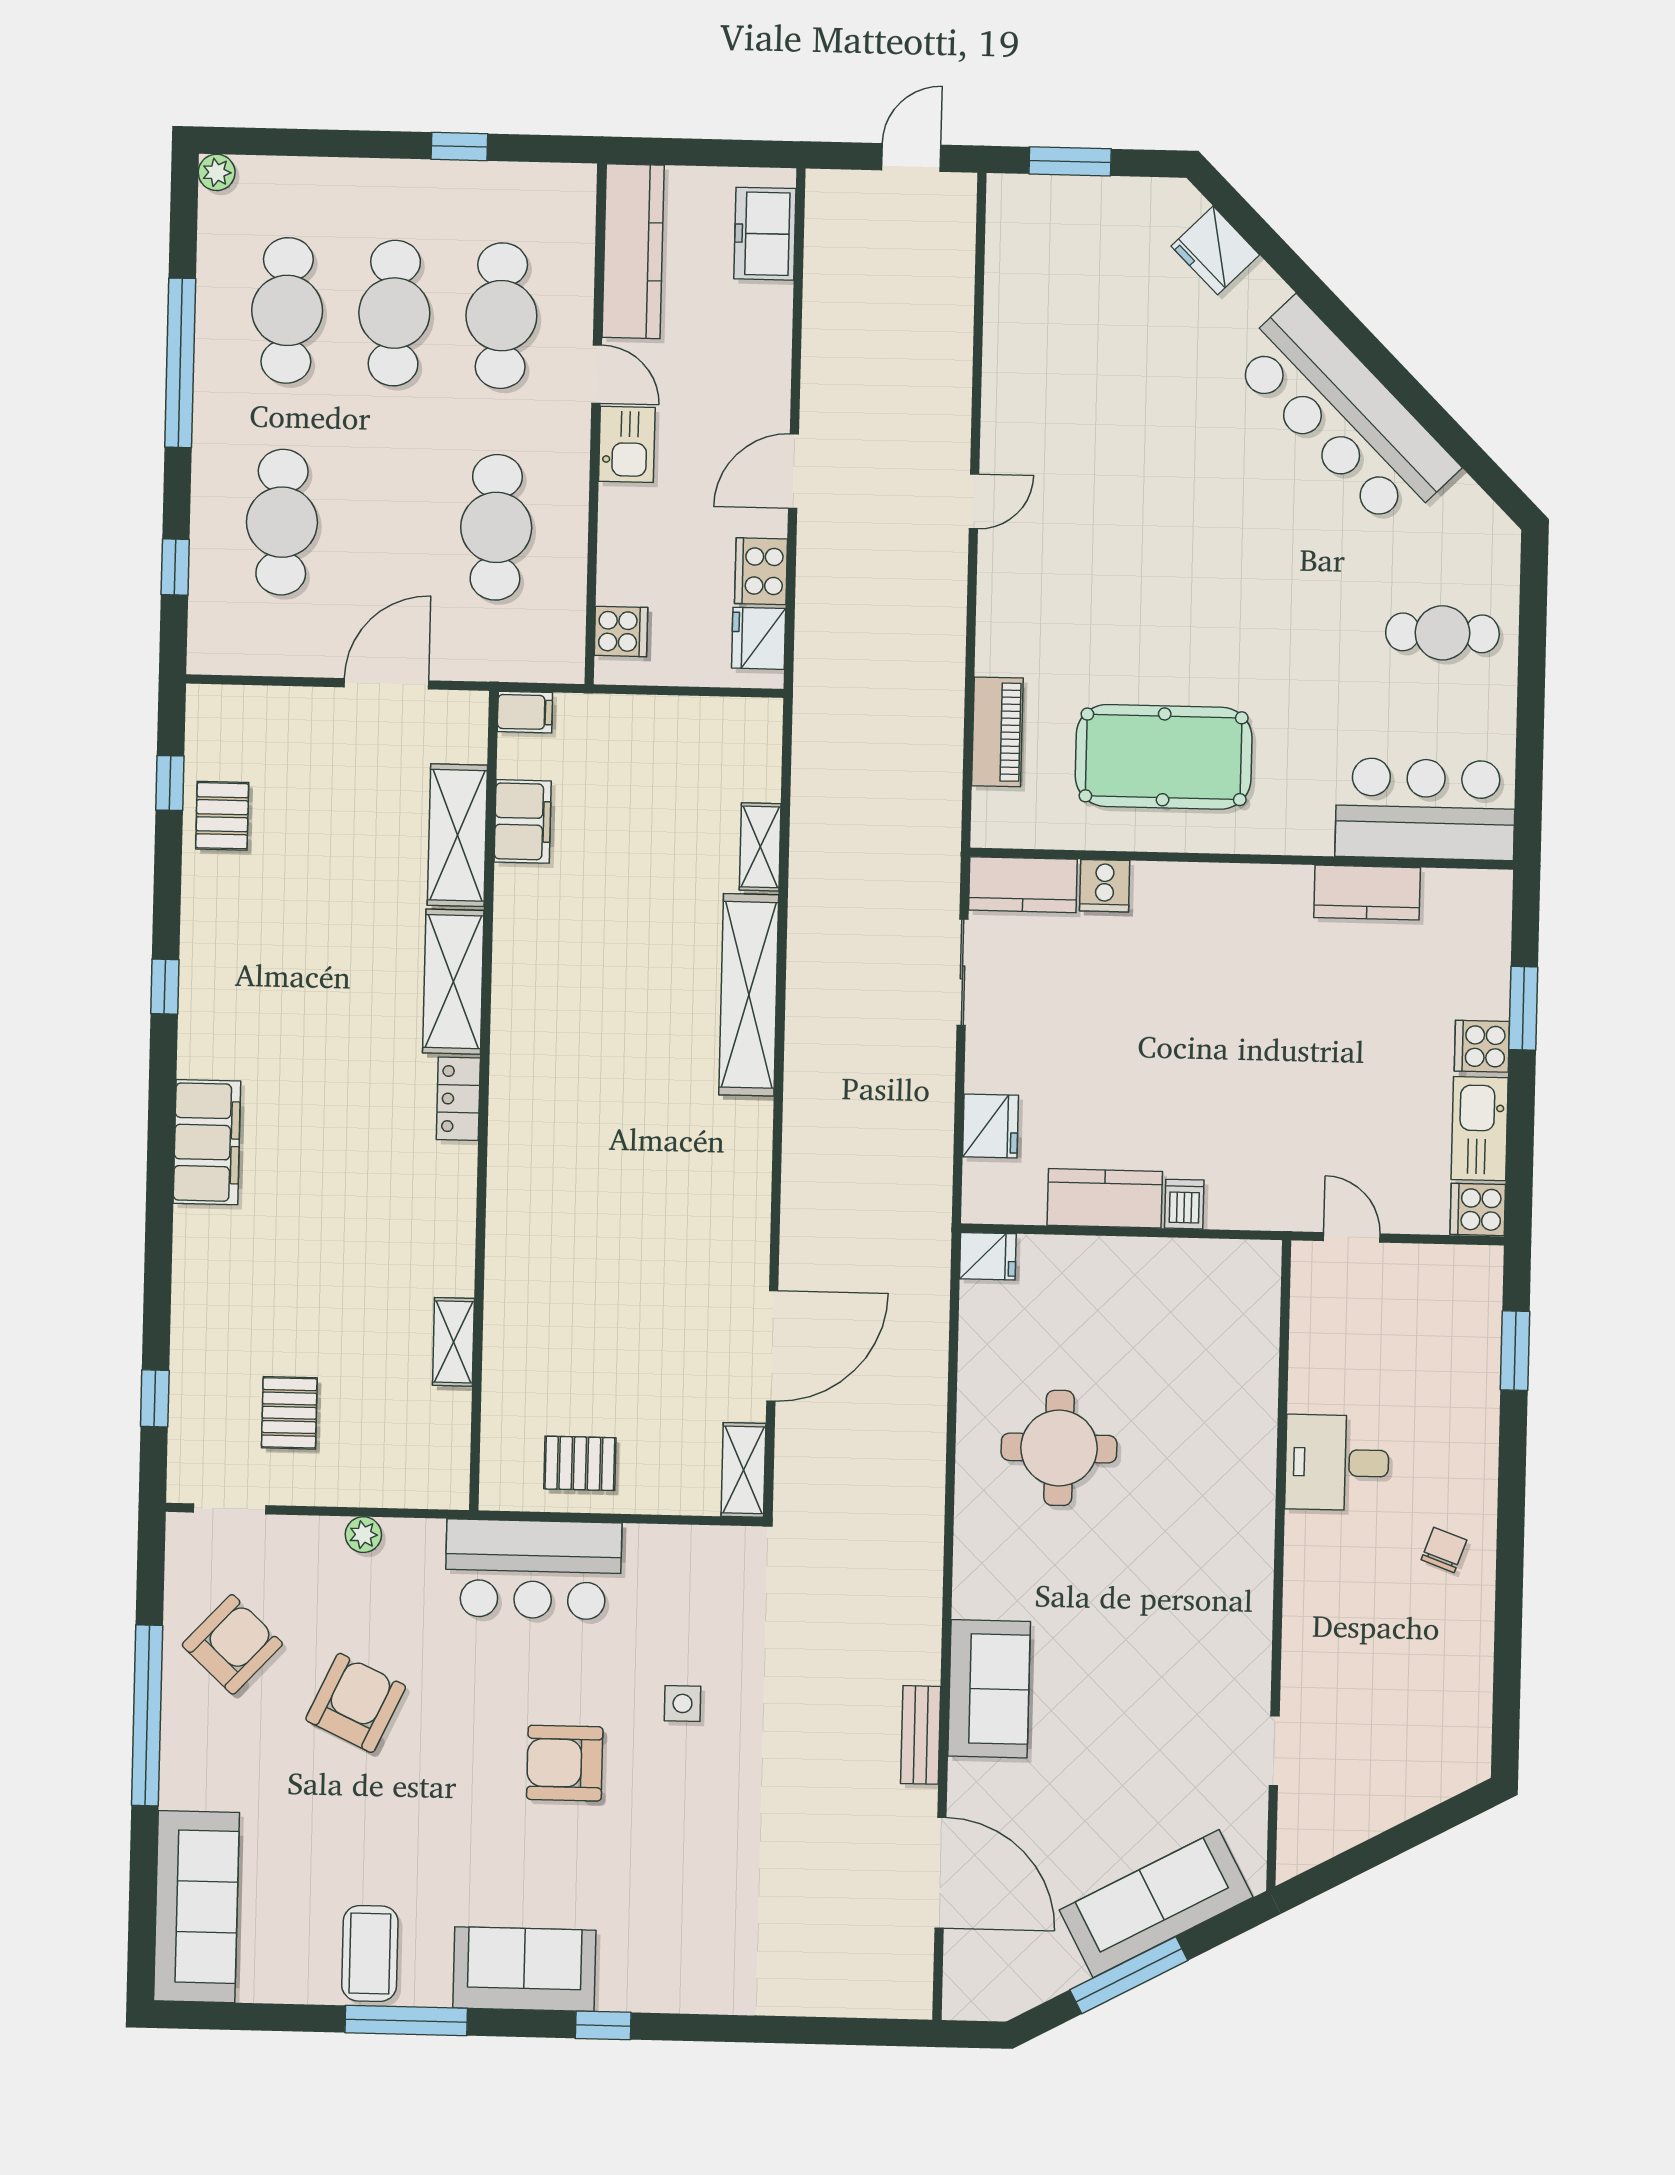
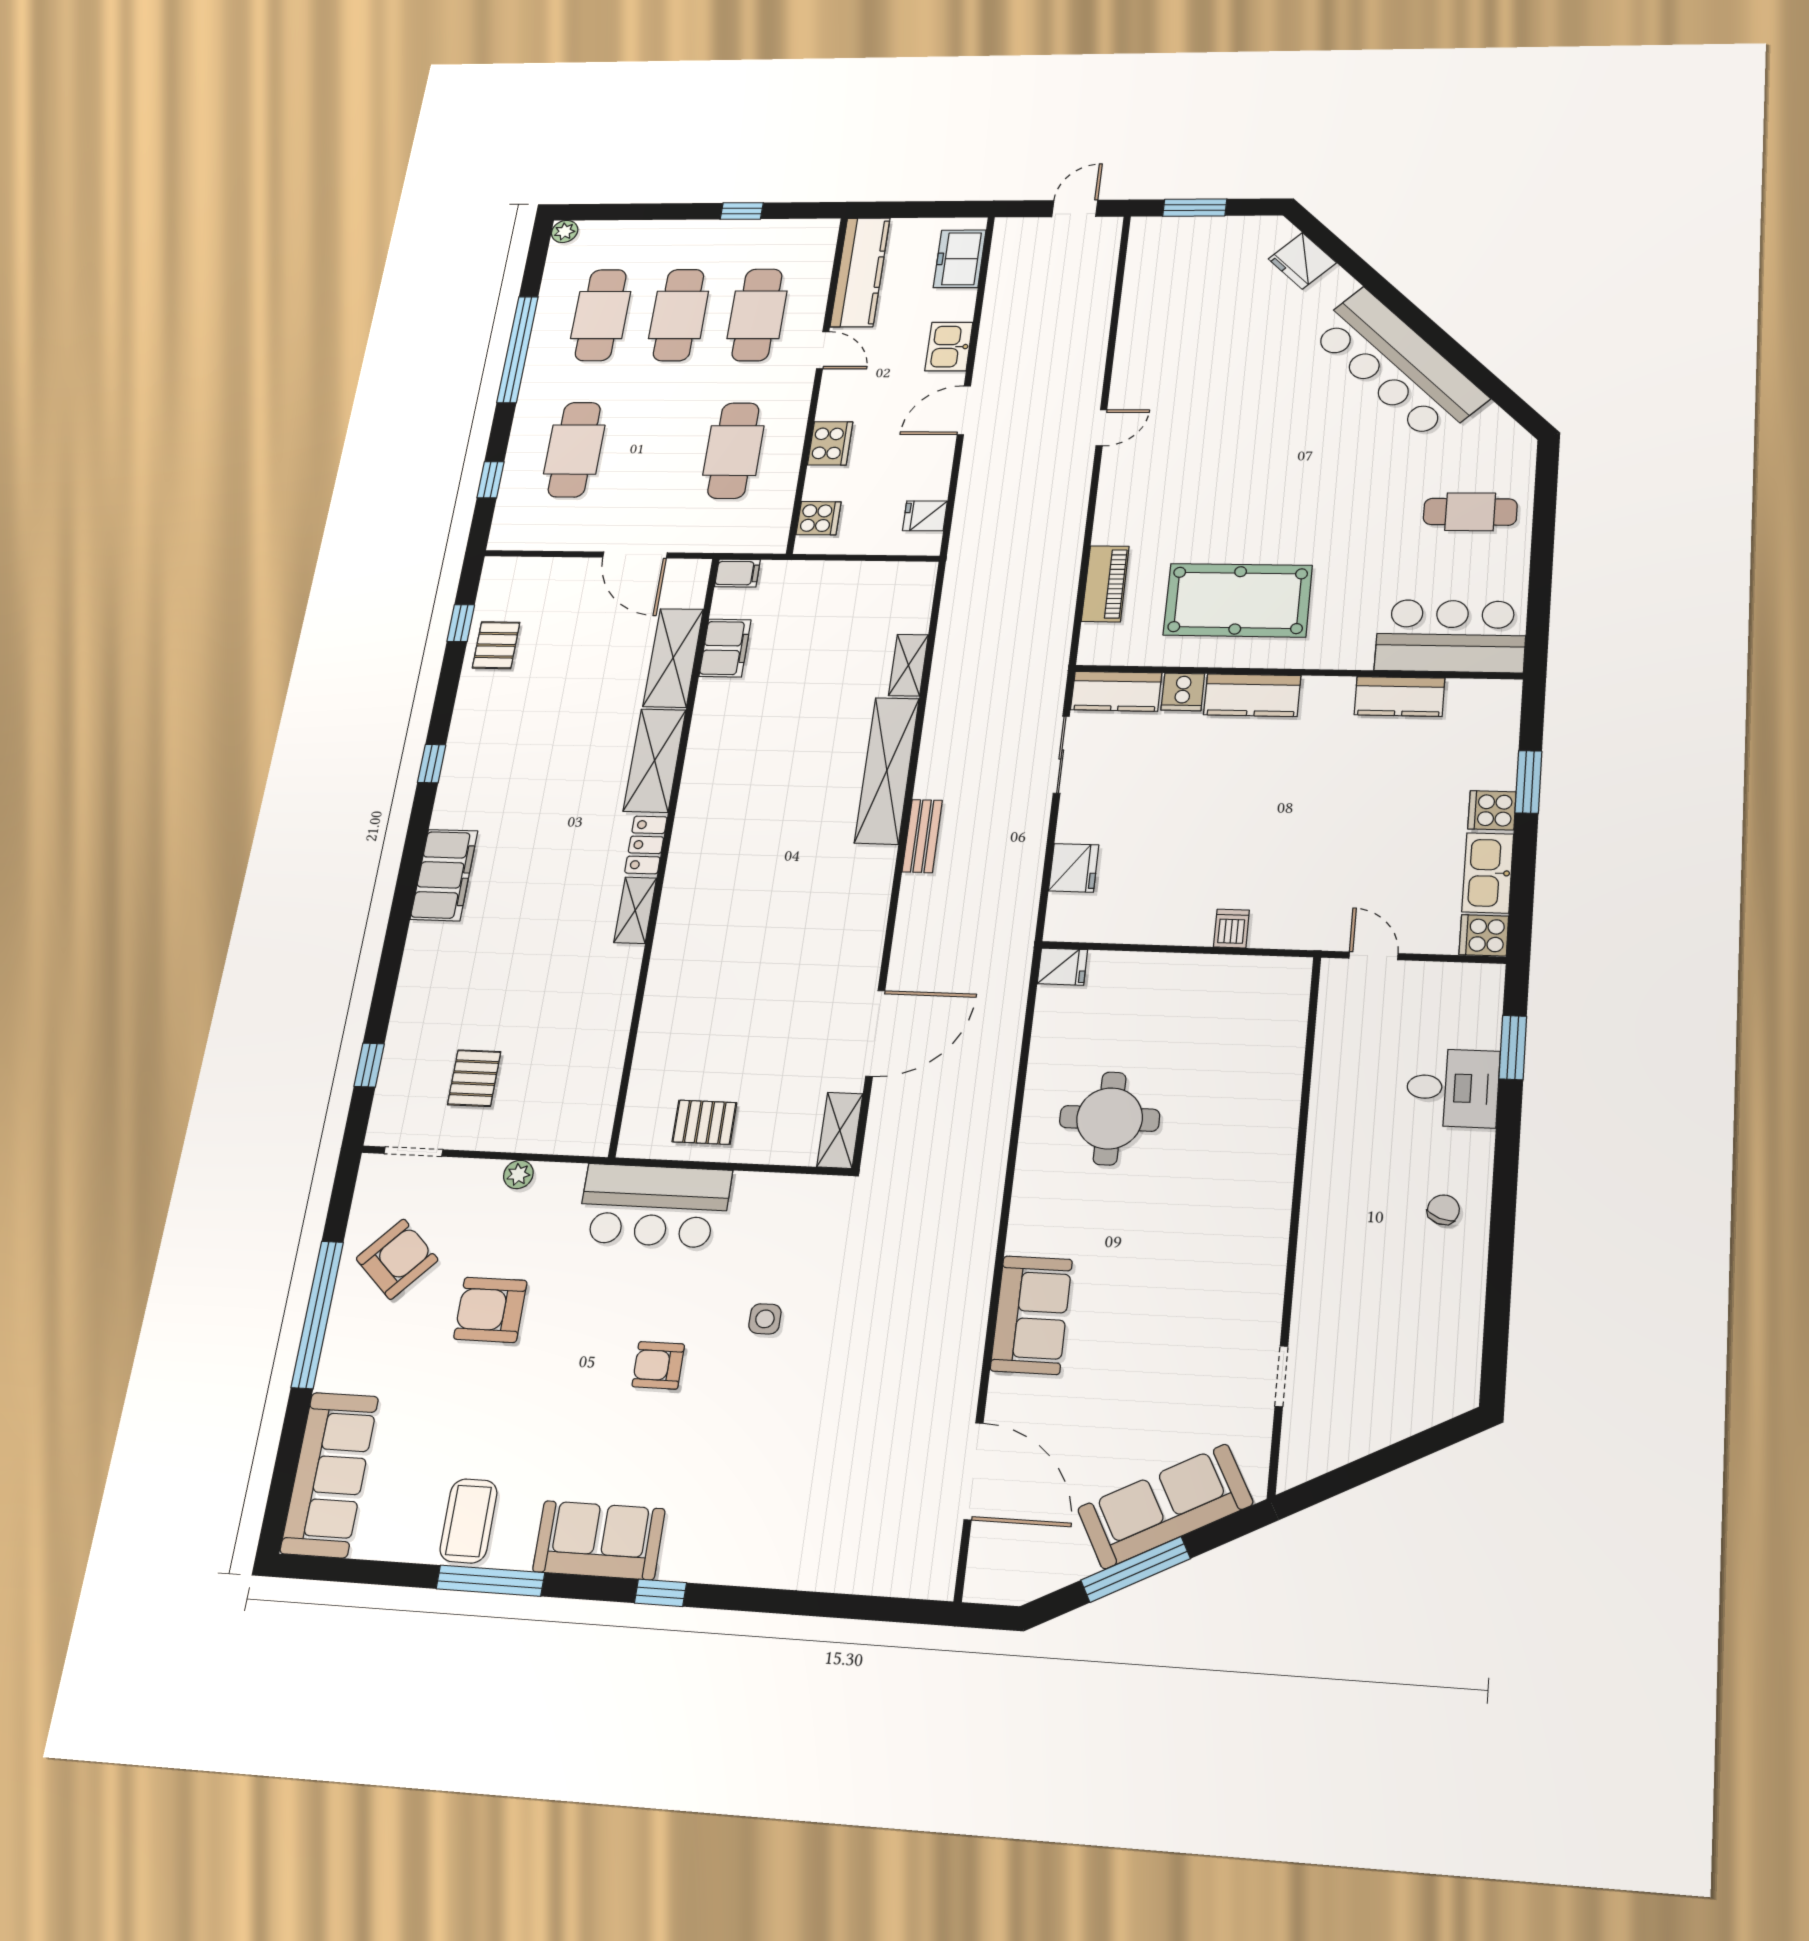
kitchen sink: (627, 444) -> (949, 347), moved, turned 180
cooker: (761, 571) -> (830, 443), moved, turned 180
fridge: (759, 638) -> (925, 516), width x0.72
door: (387, 684) -> (635, 555), swing flipped
kitchen counter: (1105, 1198) -> (1252, 695), moved, turned 180
shelving: (453, 1342) -> (635, 910), moved
desk: (1337, 1463) -> (1453, 1088), moved, turned 180
armchair: (356, 1703) -> (490, 1310), turned -115
bench: (921, 1735) -> (922, 836), moved
armchair: (565, 1763) -> (658, 1365), width x0.72, depth x0.72

